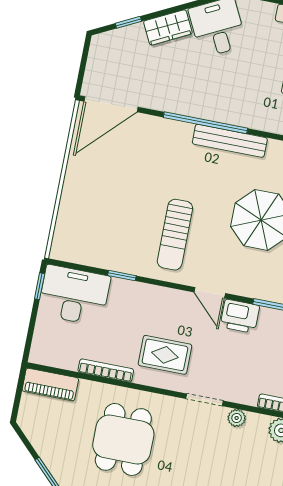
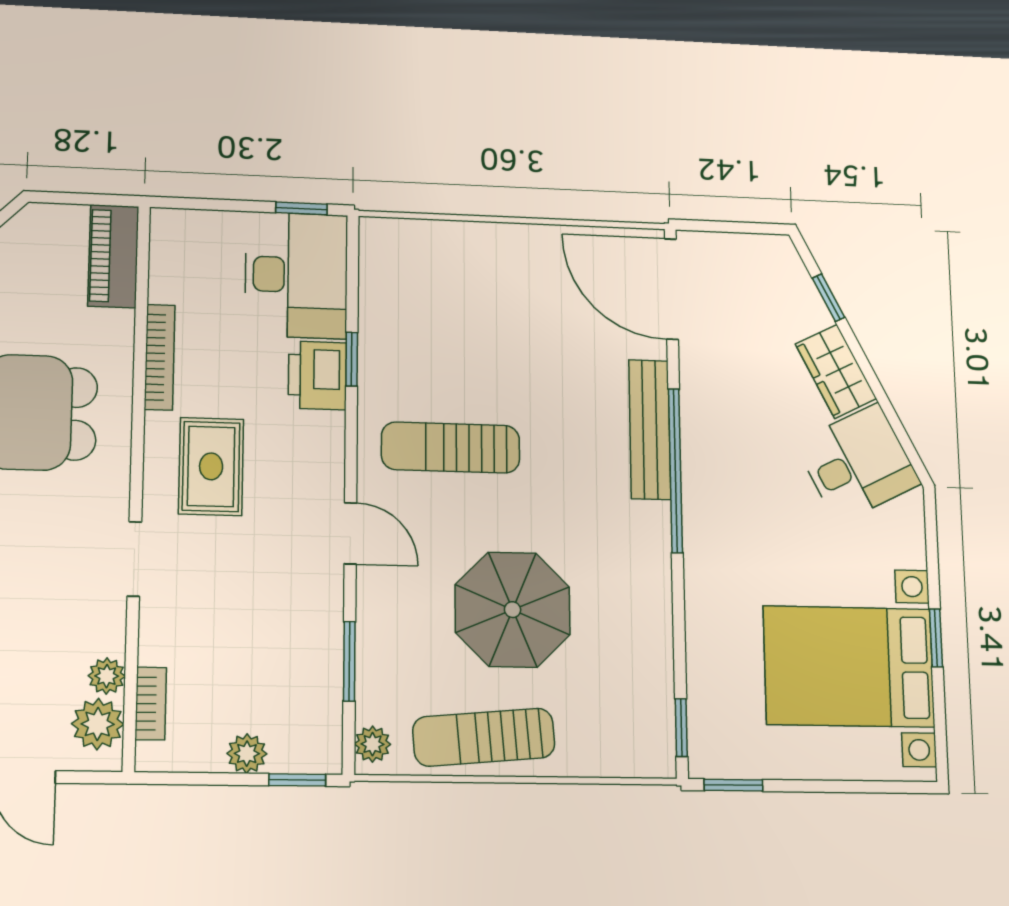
bench: (230, 141) -> (650, 429), moved
door: (210, 293) -> (350, 533), swing flipped
printer: (240, 316) -> (317, 375), moved
plant: (237, 418) -> (107, 676), moved

